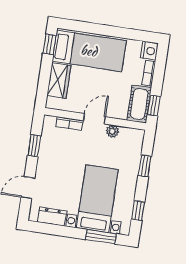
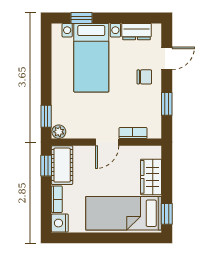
plant: (112, 131) -> (59, 132), moved
window: (145, 166) -> (46, 116), moved
chair: (51, 174) -> (144, 77), added
window: (138, 211) -> (46, 52), removed
window: (101, 237) -> (81, 18), width x0.67

